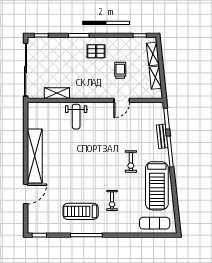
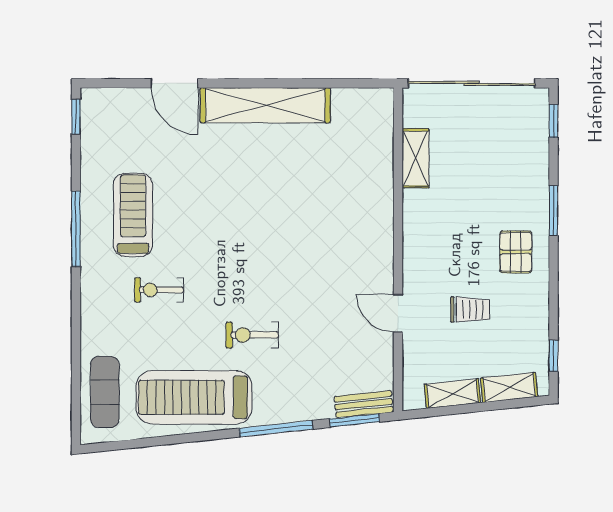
weight bench: (76, 117) -> (360, 204), removed
bench: (162, 136) -> (364, 404), moved

